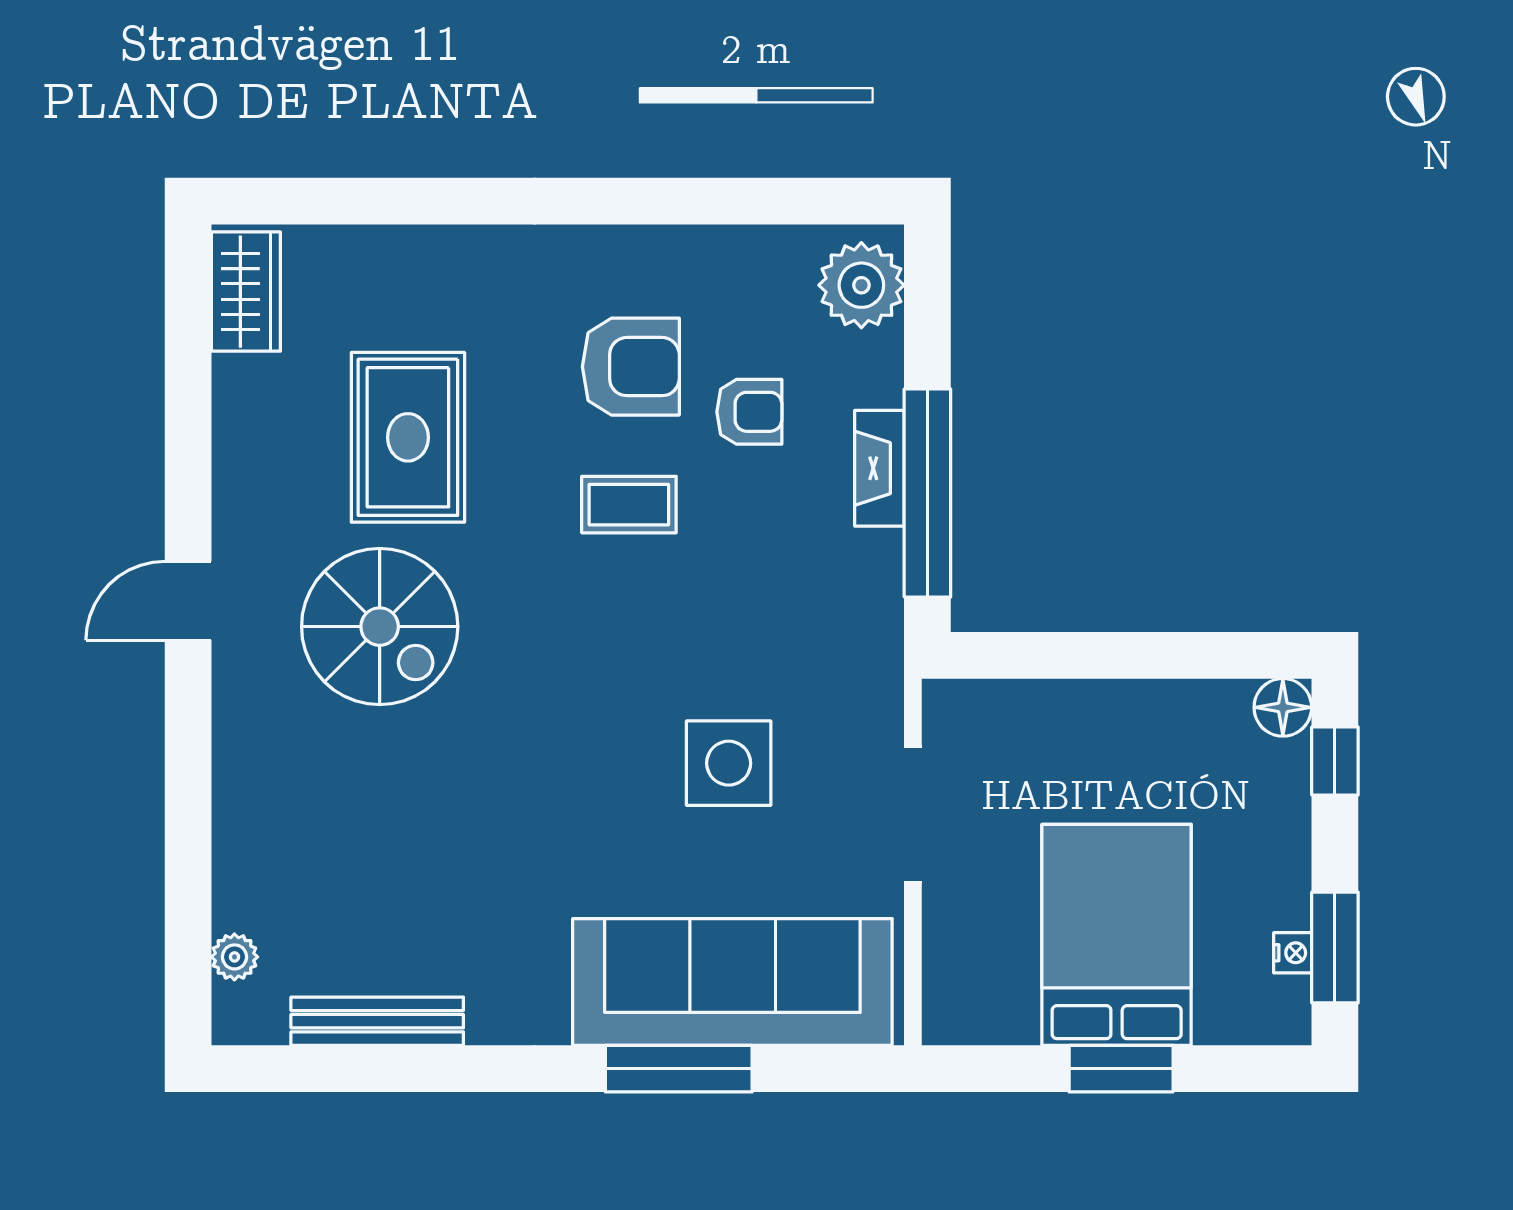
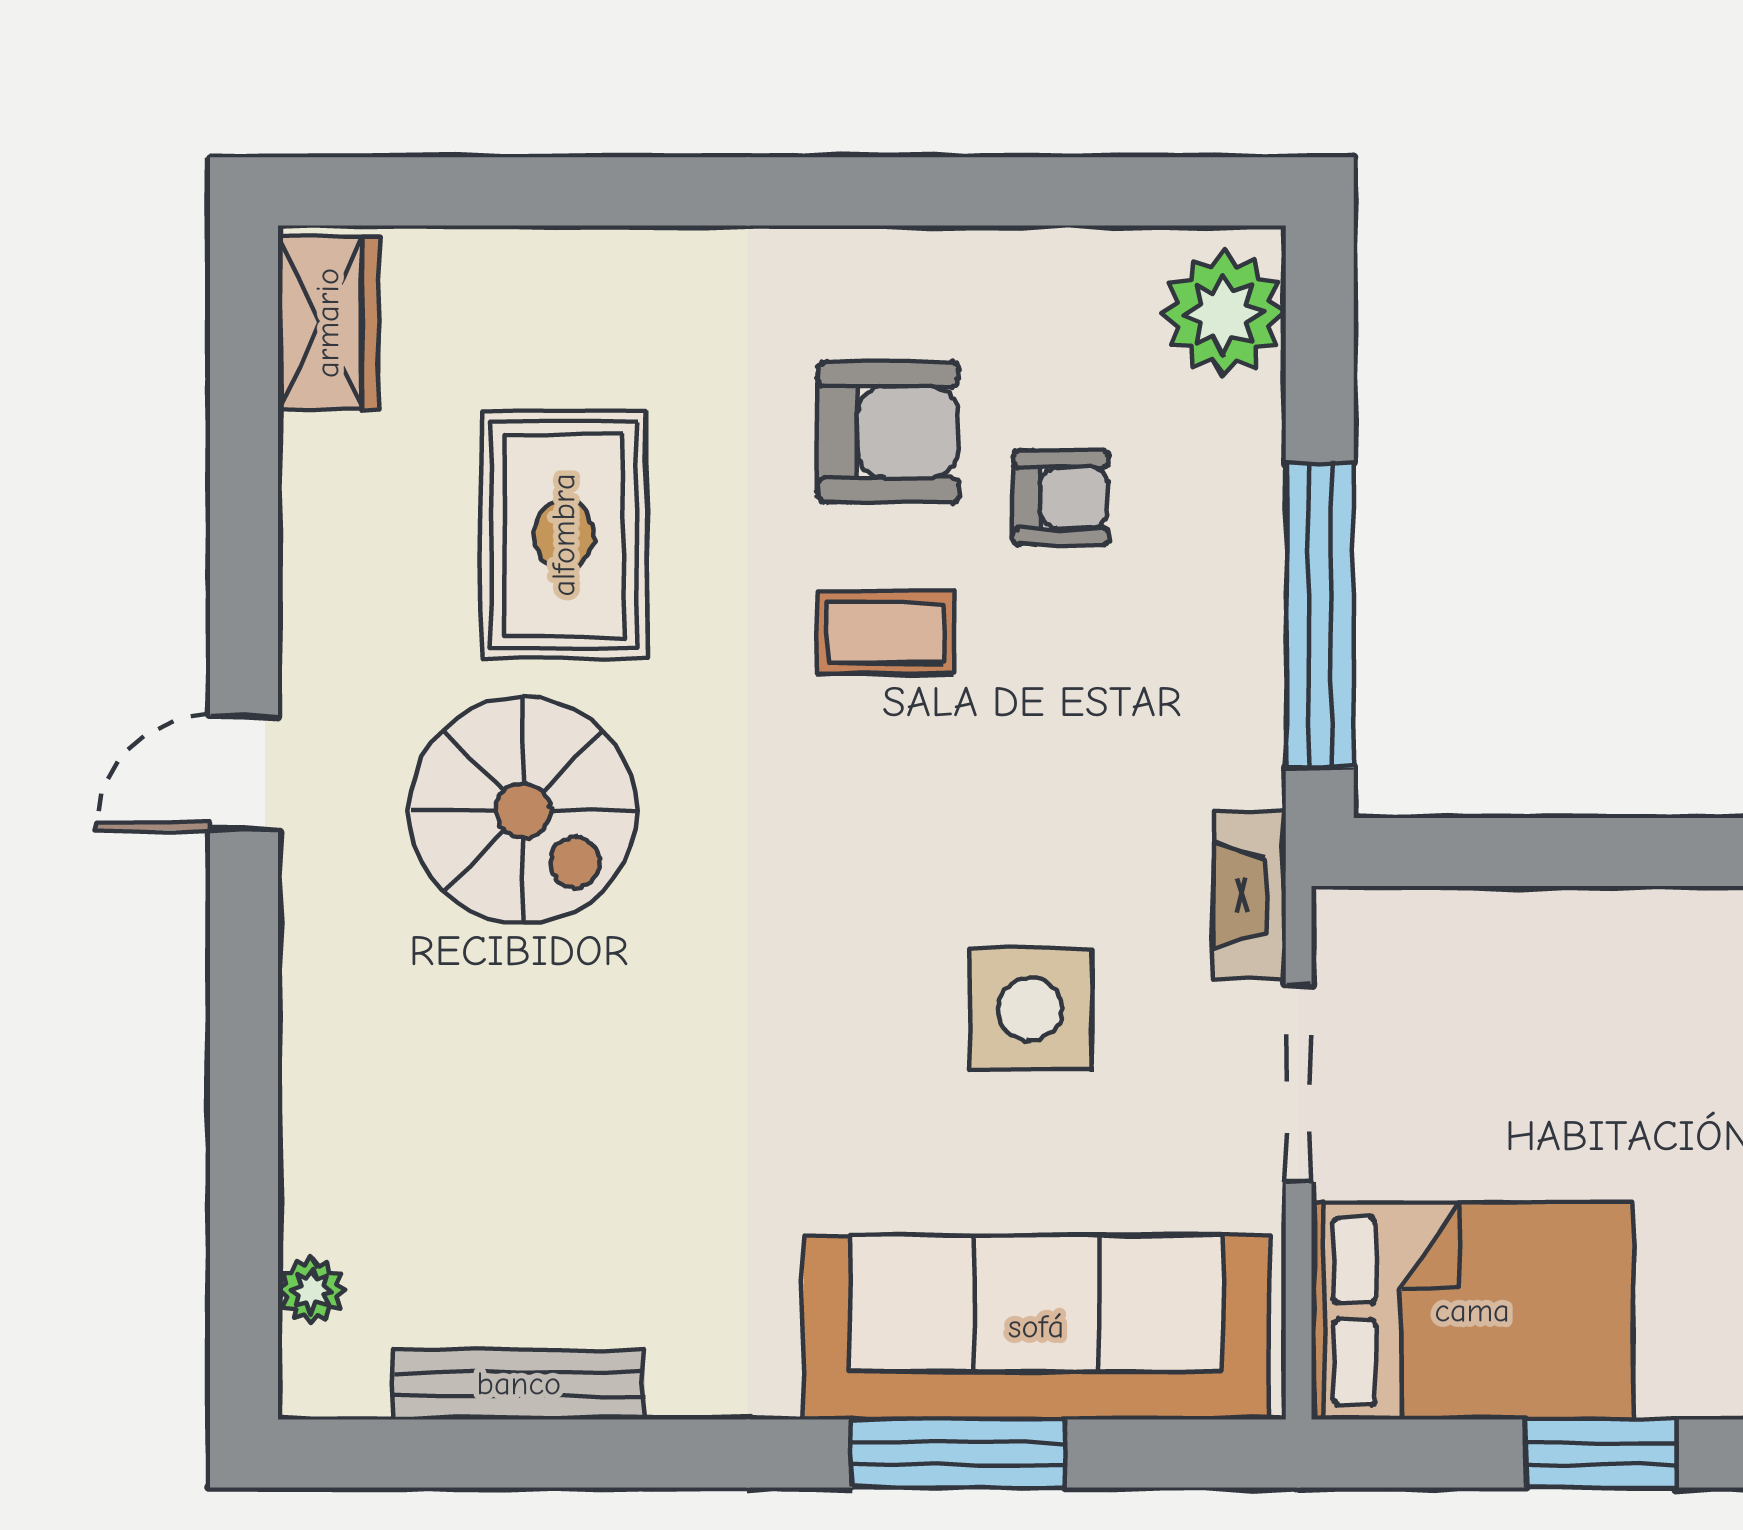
fireplace: (879, 468) -> (1250, 895), moved
bed: (1117, 935) -> (1472, 1311), moved, turned 90

